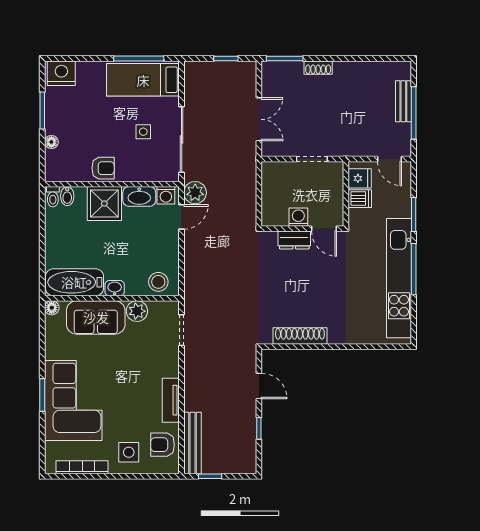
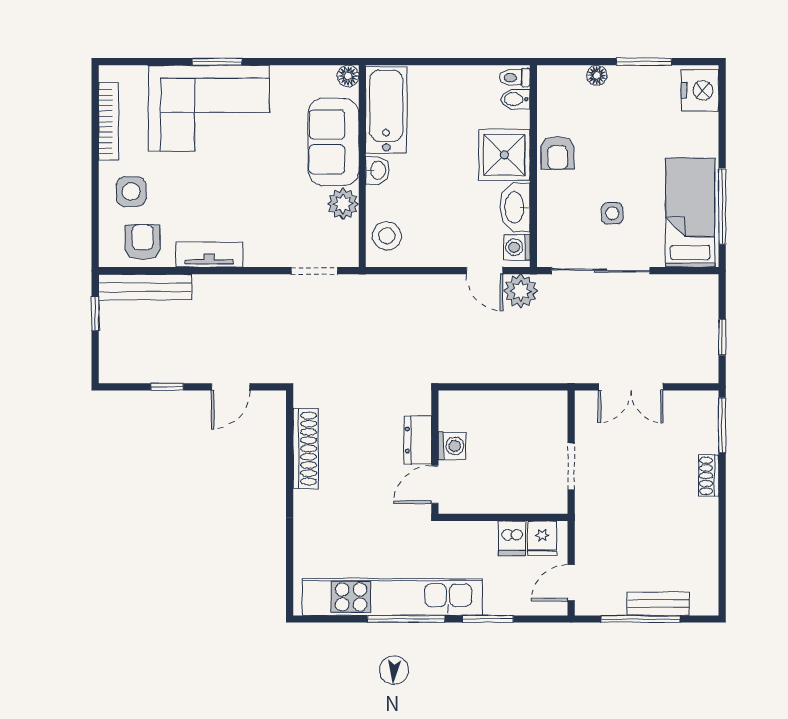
washing machine: (298, 217) -> (452, 446), moved
wall: (302, 229) -> (435, 452), moved
door: (324, 229) -> (435, 485), moved
dresser: (294, 240) -> (418, 440), moved

